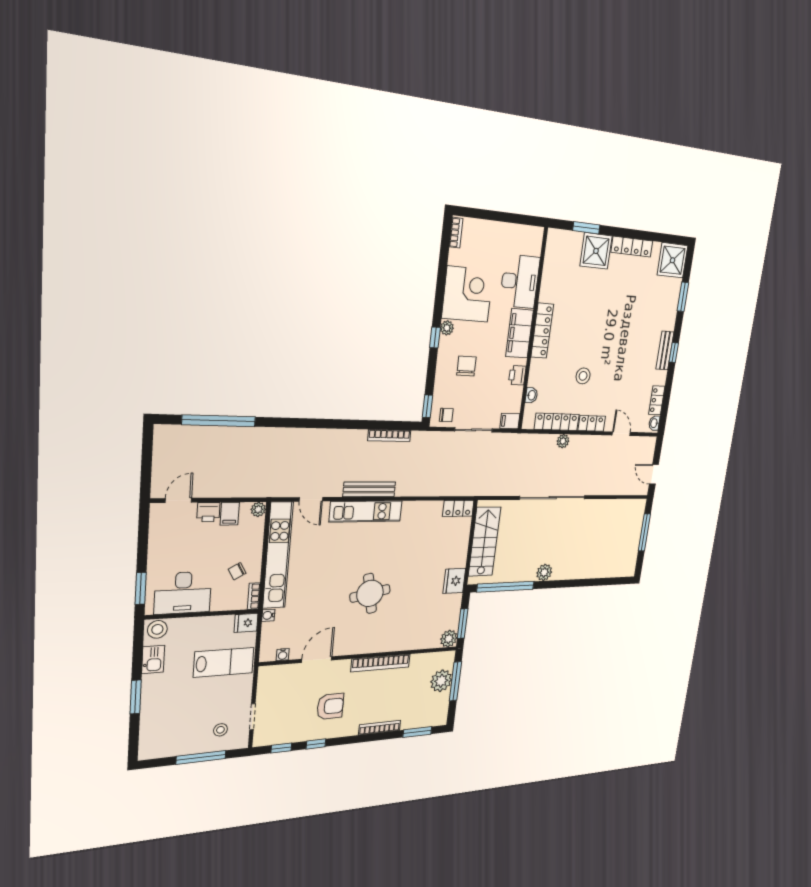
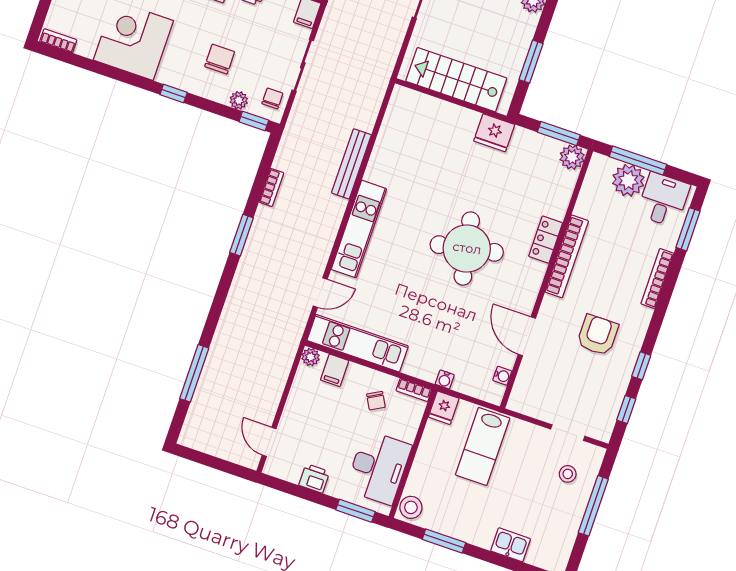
plant: (447, 328) -> (239, 100), moved
chair: (466, 366) -> (220, 59), turned 90
window: (219, 421) -> (194, 373), width x0.68
window: (340, 424) -> (242, 235), added
bookcase: (389, 436) -> (271, 187), width x0.64
bench: (369, 489) -> (351, 164), moved
locker: (458, 508) -> (546, 240), moved, turned 180
printer: (208, 512) -> (314, 478), moved, turned -90
filing cabinet: (230, 514) -> (335, 370), moved, turned 90
kitchen unit: (278, 555) -> (358, 343), width x0.73
window: (506, 587) -> (531, 62), width x0.47
round table: (370, 593) -> (467, 248), width x1.36, depth x1.36
kitchen sink: (153, 659) -> (511, 545), moved
lab bench: (224, 662) -> (483, 446), turned 180
window: (136, 697) -> (444, 541), moved
desk: (433, 708) -> (663, 200), added

